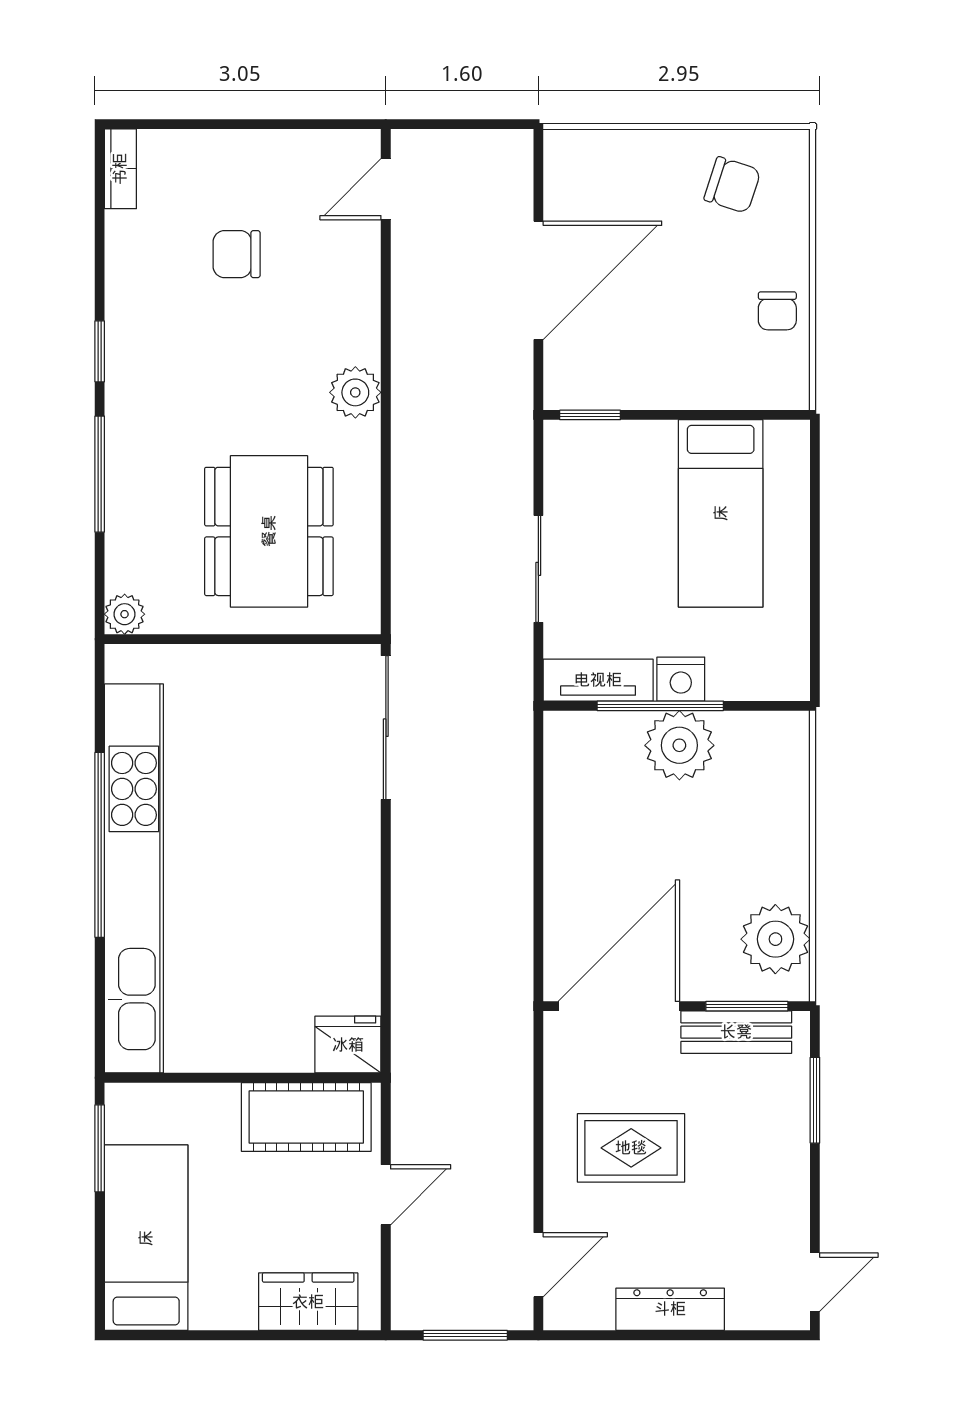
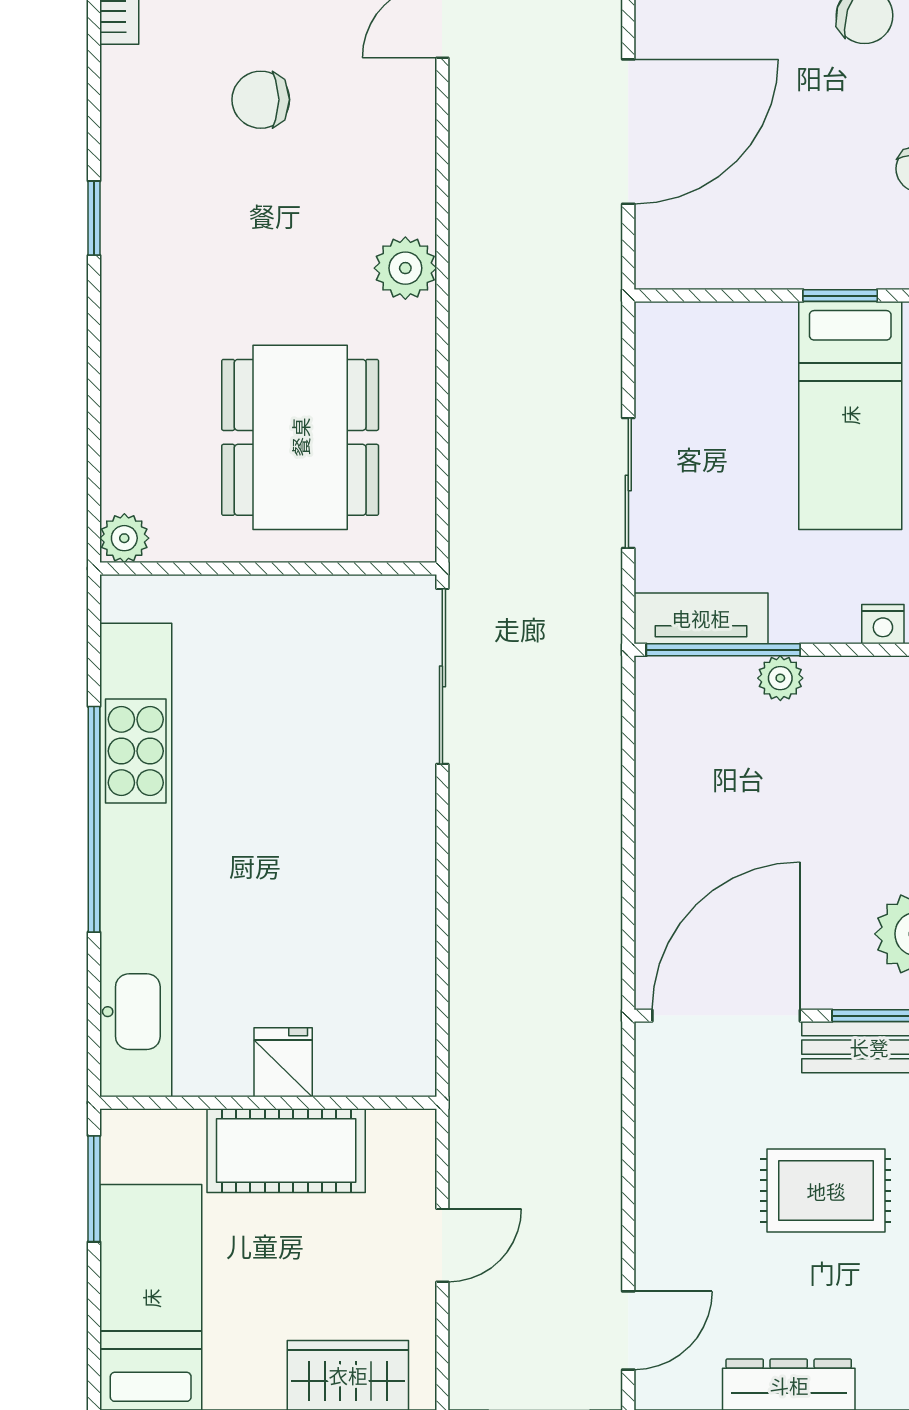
window: (590, 415) -> (840, 296), moved
window: (100, 474) -> (94, 367), removed
nightstand: (681, 679) -> (883, 624), moved, width x0.72, depth x0.74
window: (660, 706) -> (723, 650), moved
plant: (679, 745) -> (780, 678), width x0.53, depth x0.53
fridge: (348, 1045) -> (283, 1062), moved, width x0.72
cot: (306, 1117) -> (286, 1151), moved
rug: (631, 1148) -> (826, 1191), moved

